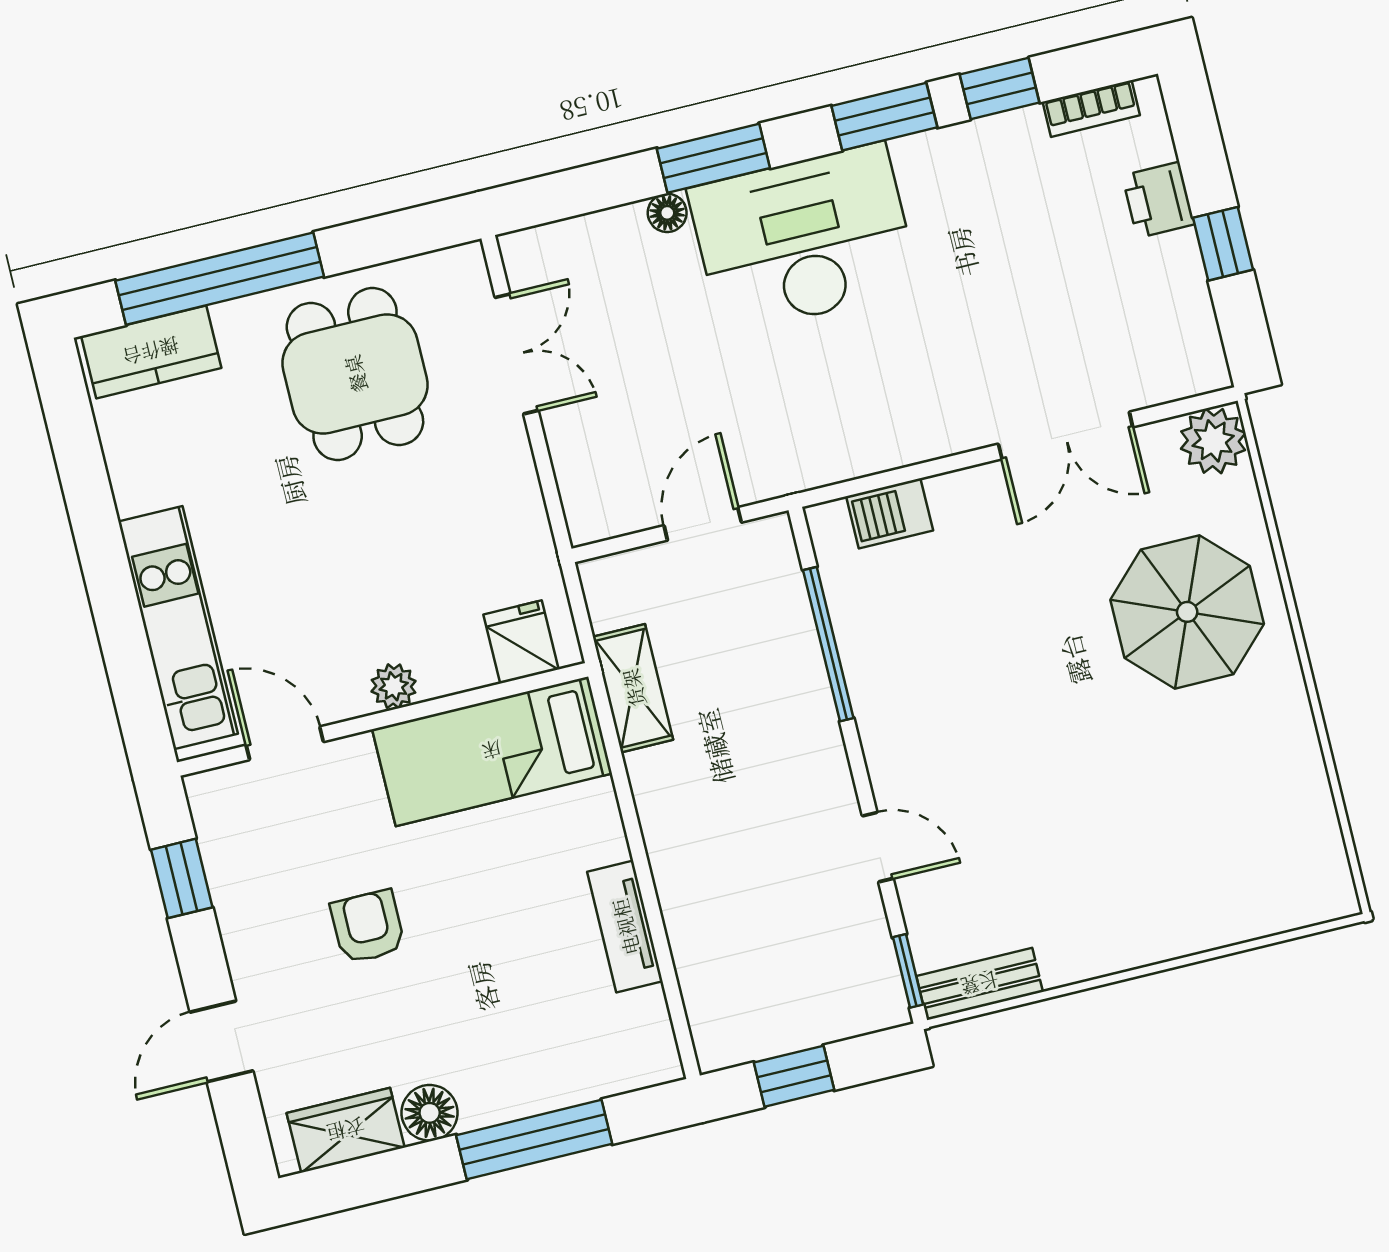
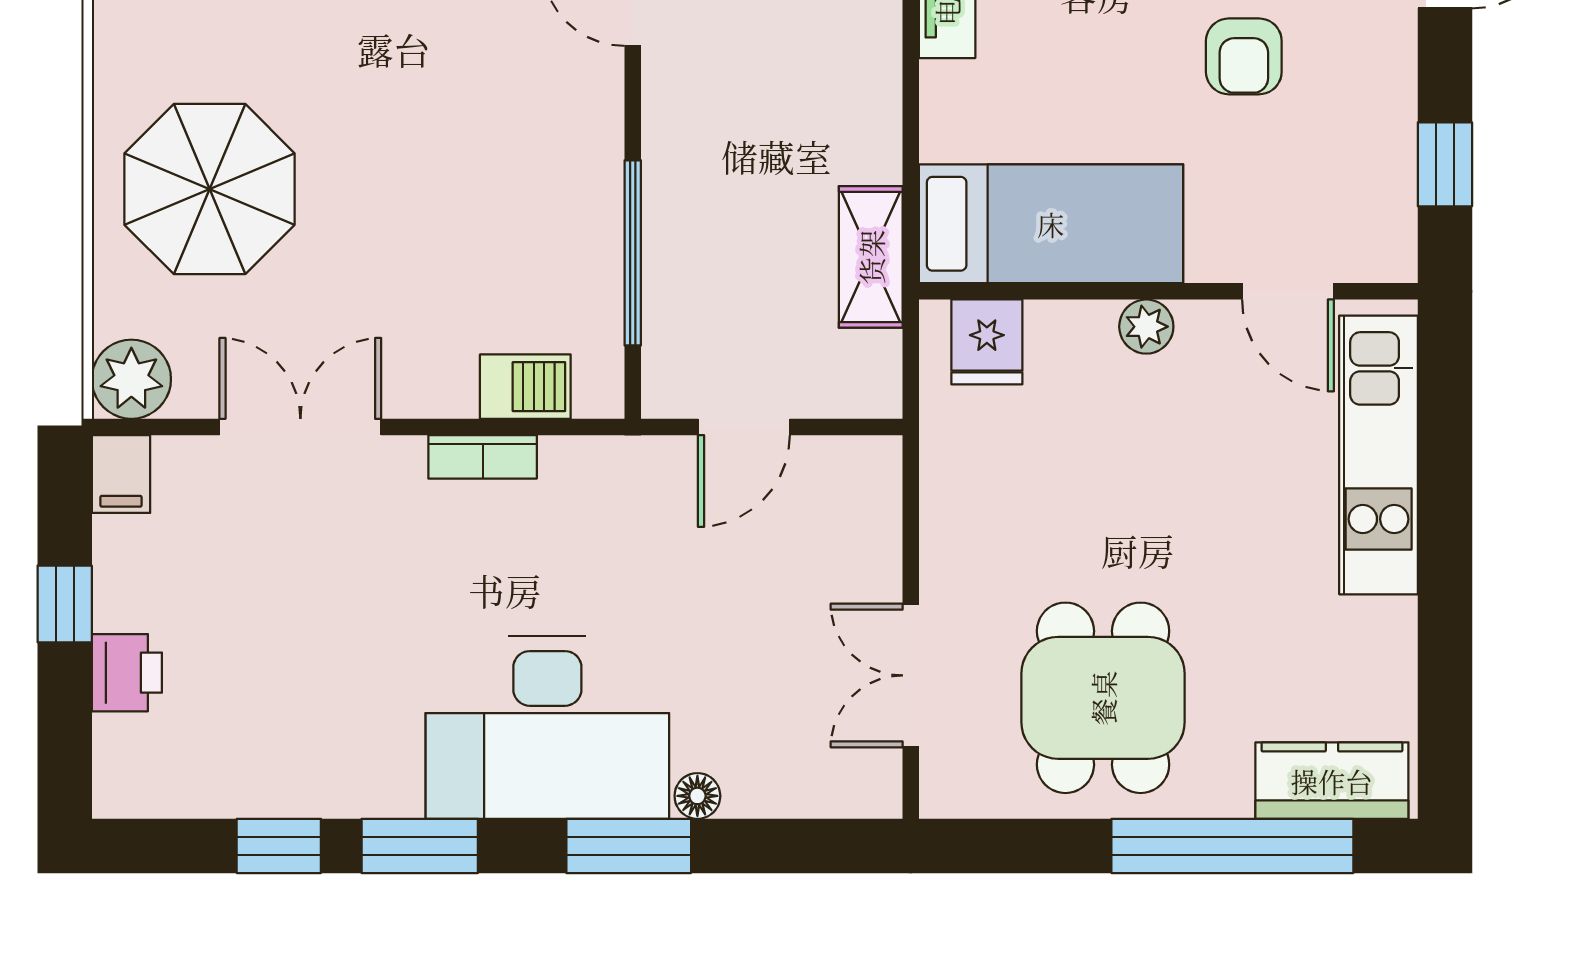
bookcase: (1091, 108) -> (483, 457), moved, turned 180
filing cabinet: (1203, 361) -> (121, 474), added

